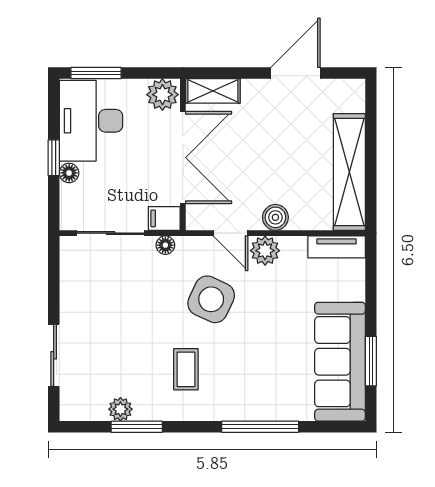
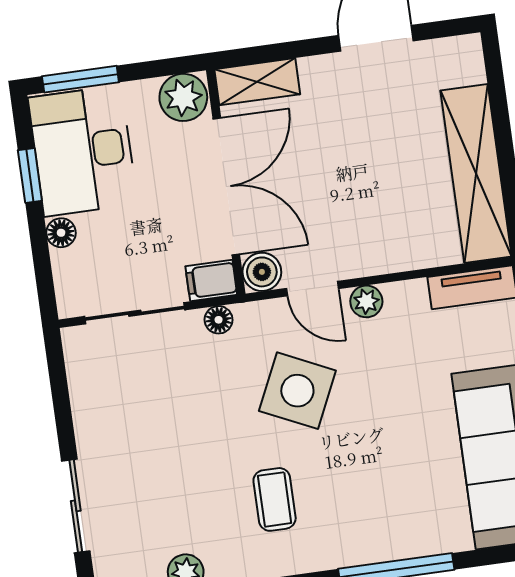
window: (54, 158) -> (30, 176), moved
boiler: (275, 217) -> (262, 272), moved
plant: (265, 251) -> (366, 301), width x0.73, depth x0.73

